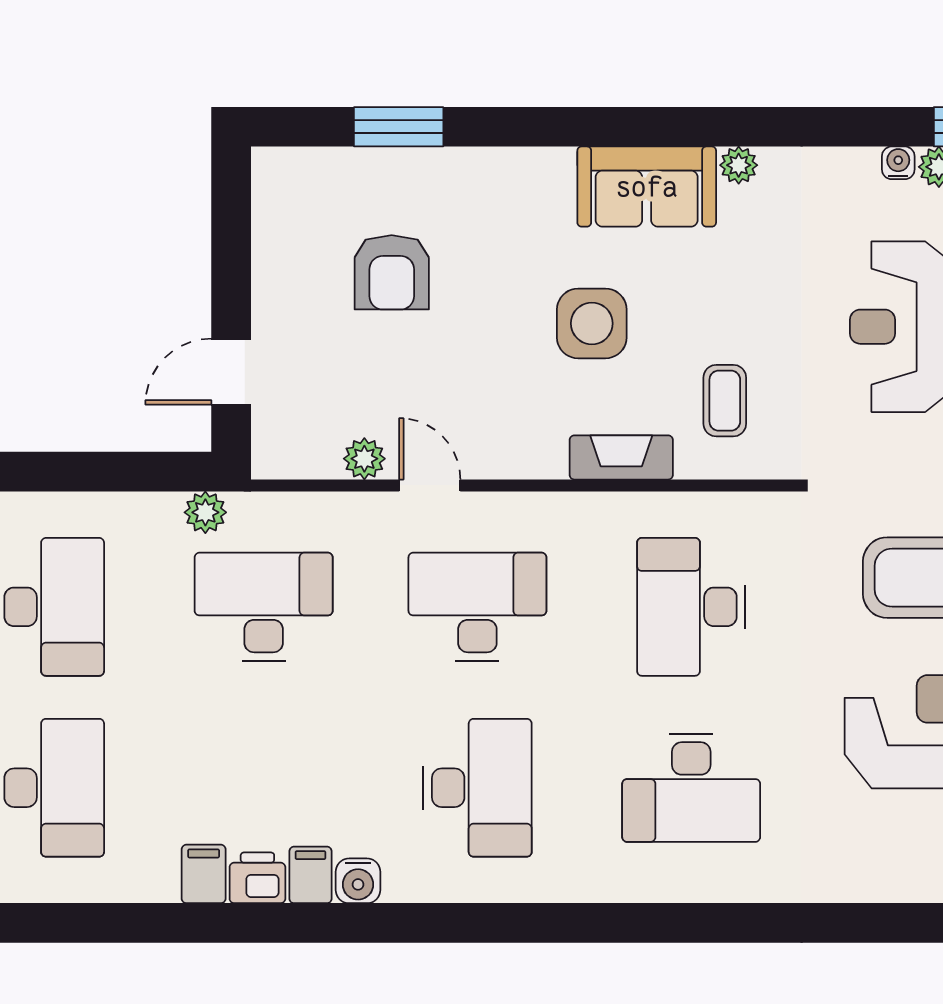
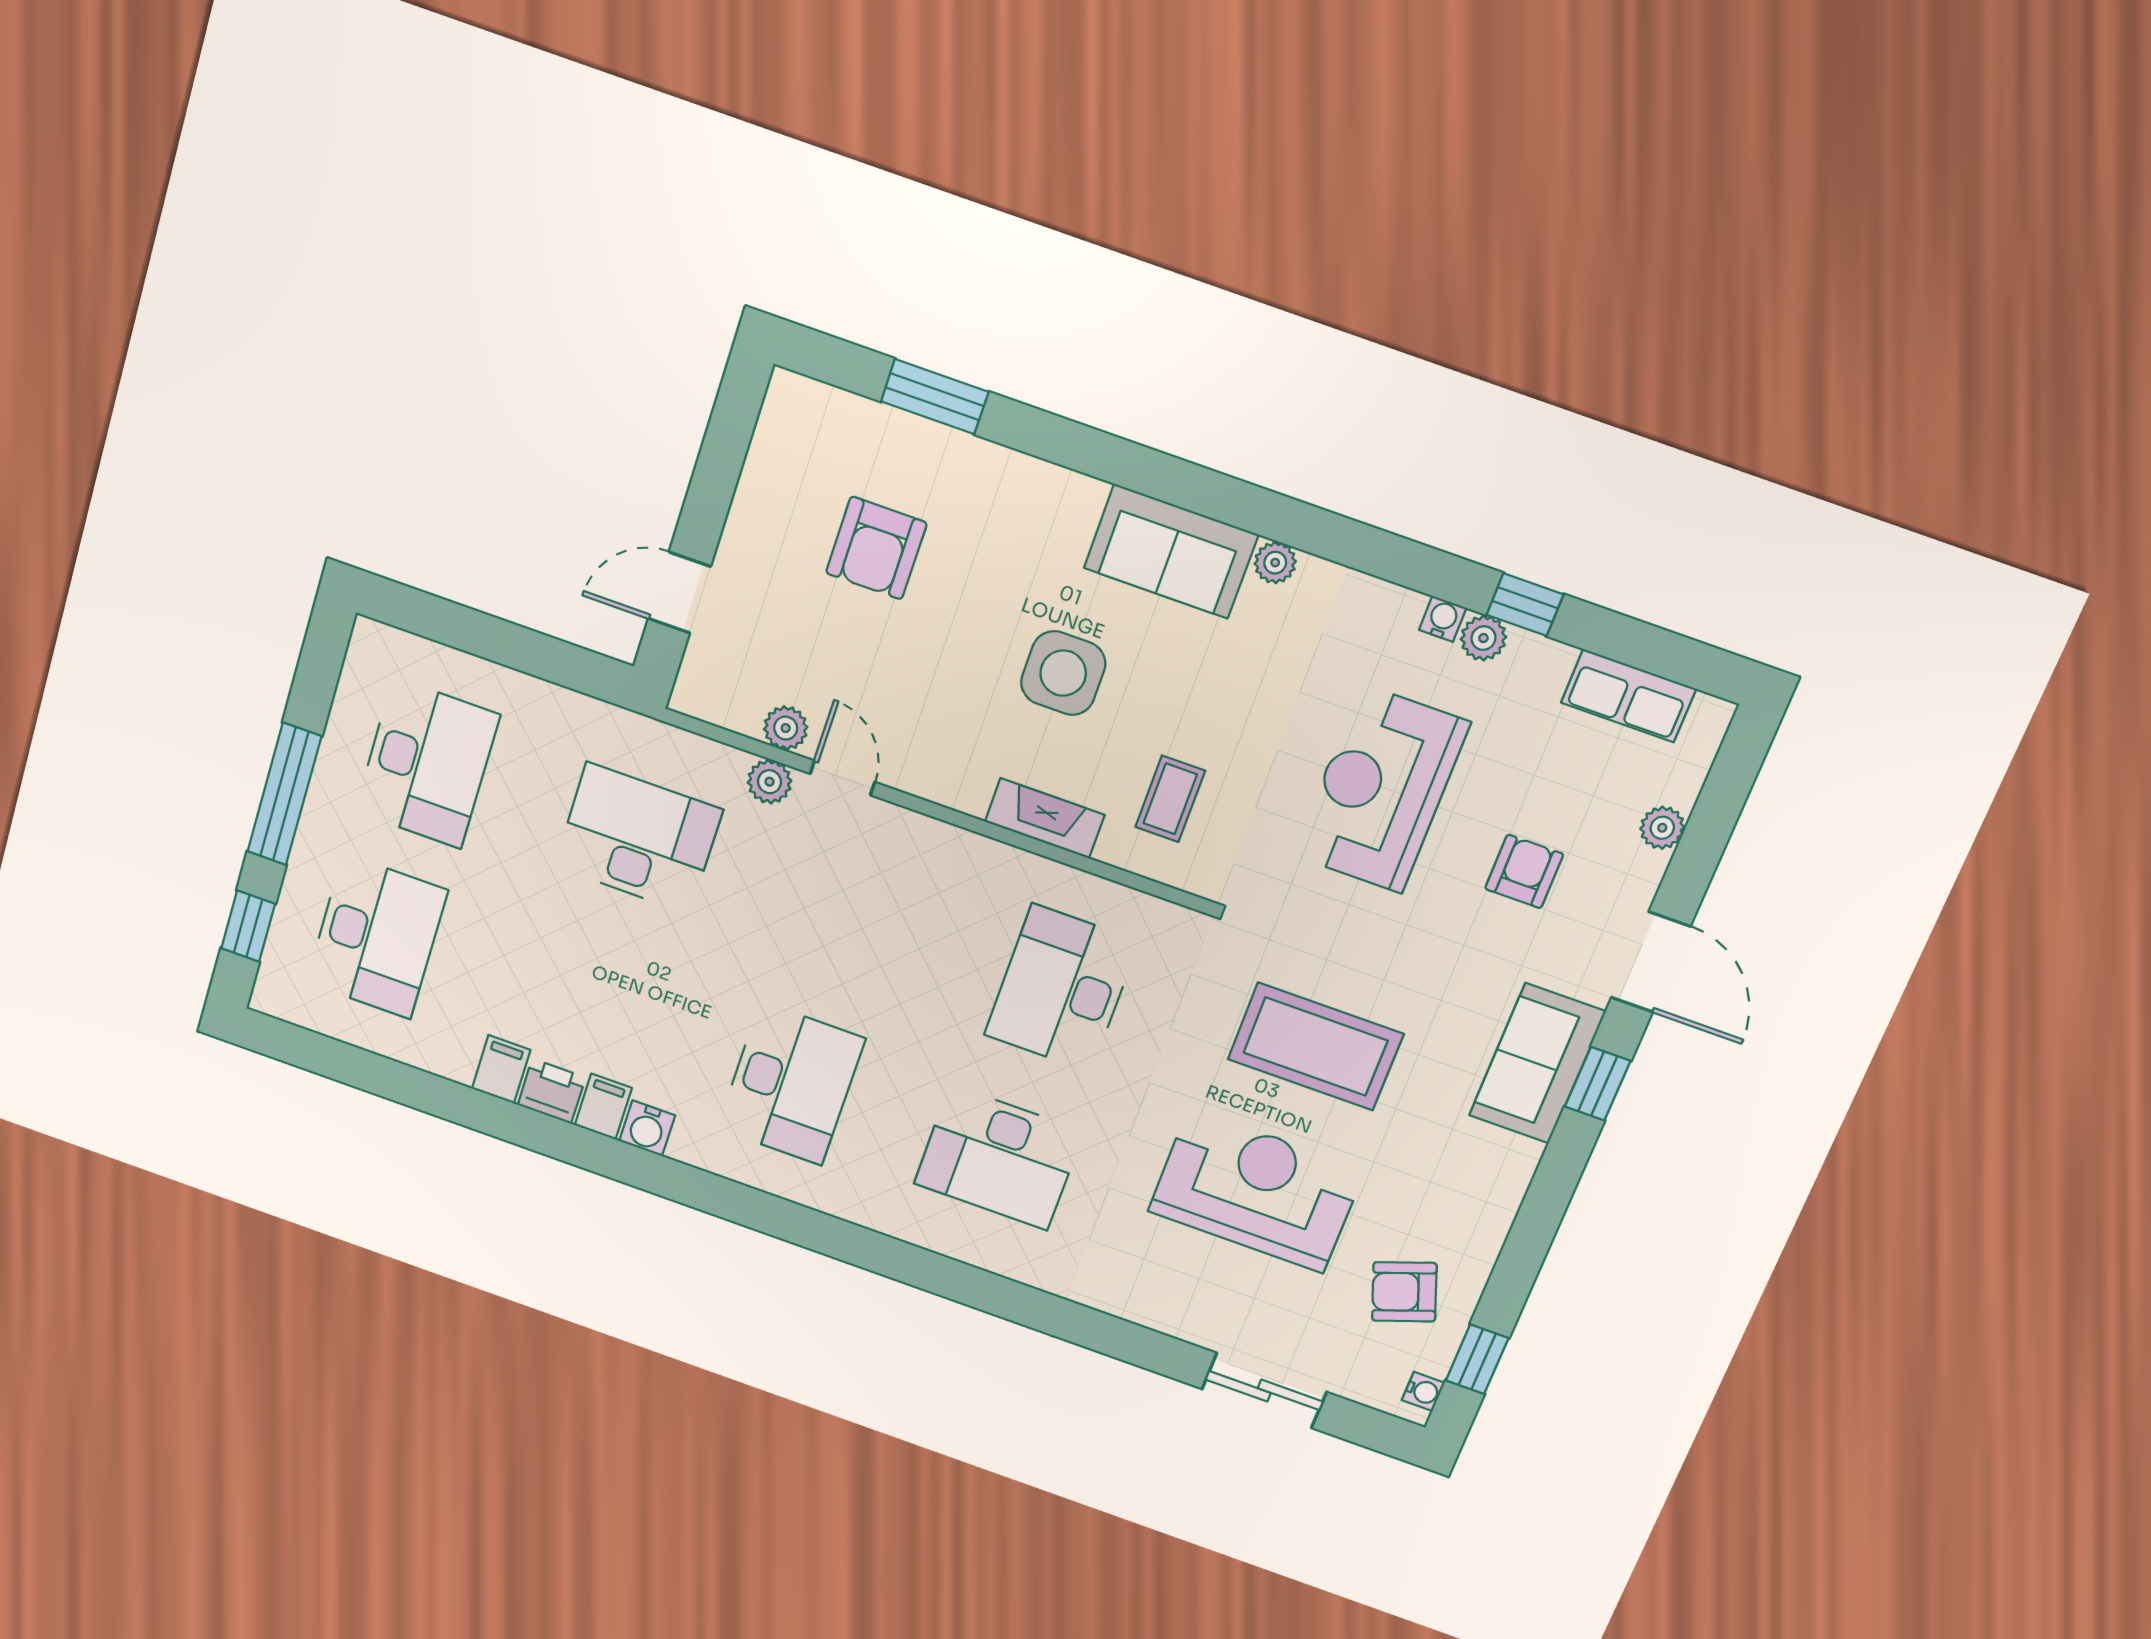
plant: (205, 512) -> (769, 782), moved
desk: (477, 607) -> (850, 913), removed

